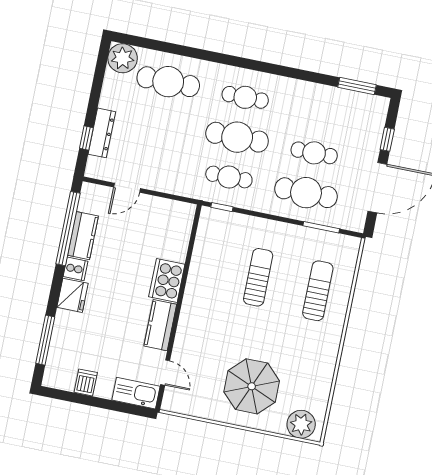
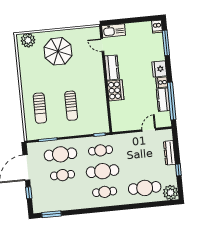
window: (86, 138) -> (178, 170), moved
dishwasher: (86, 382) -> (157, 27), moved

